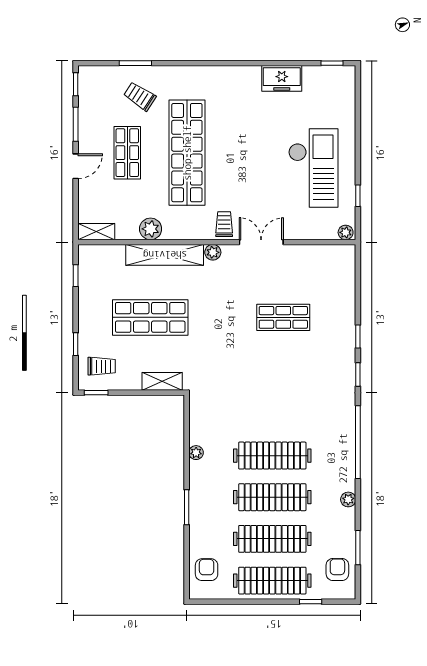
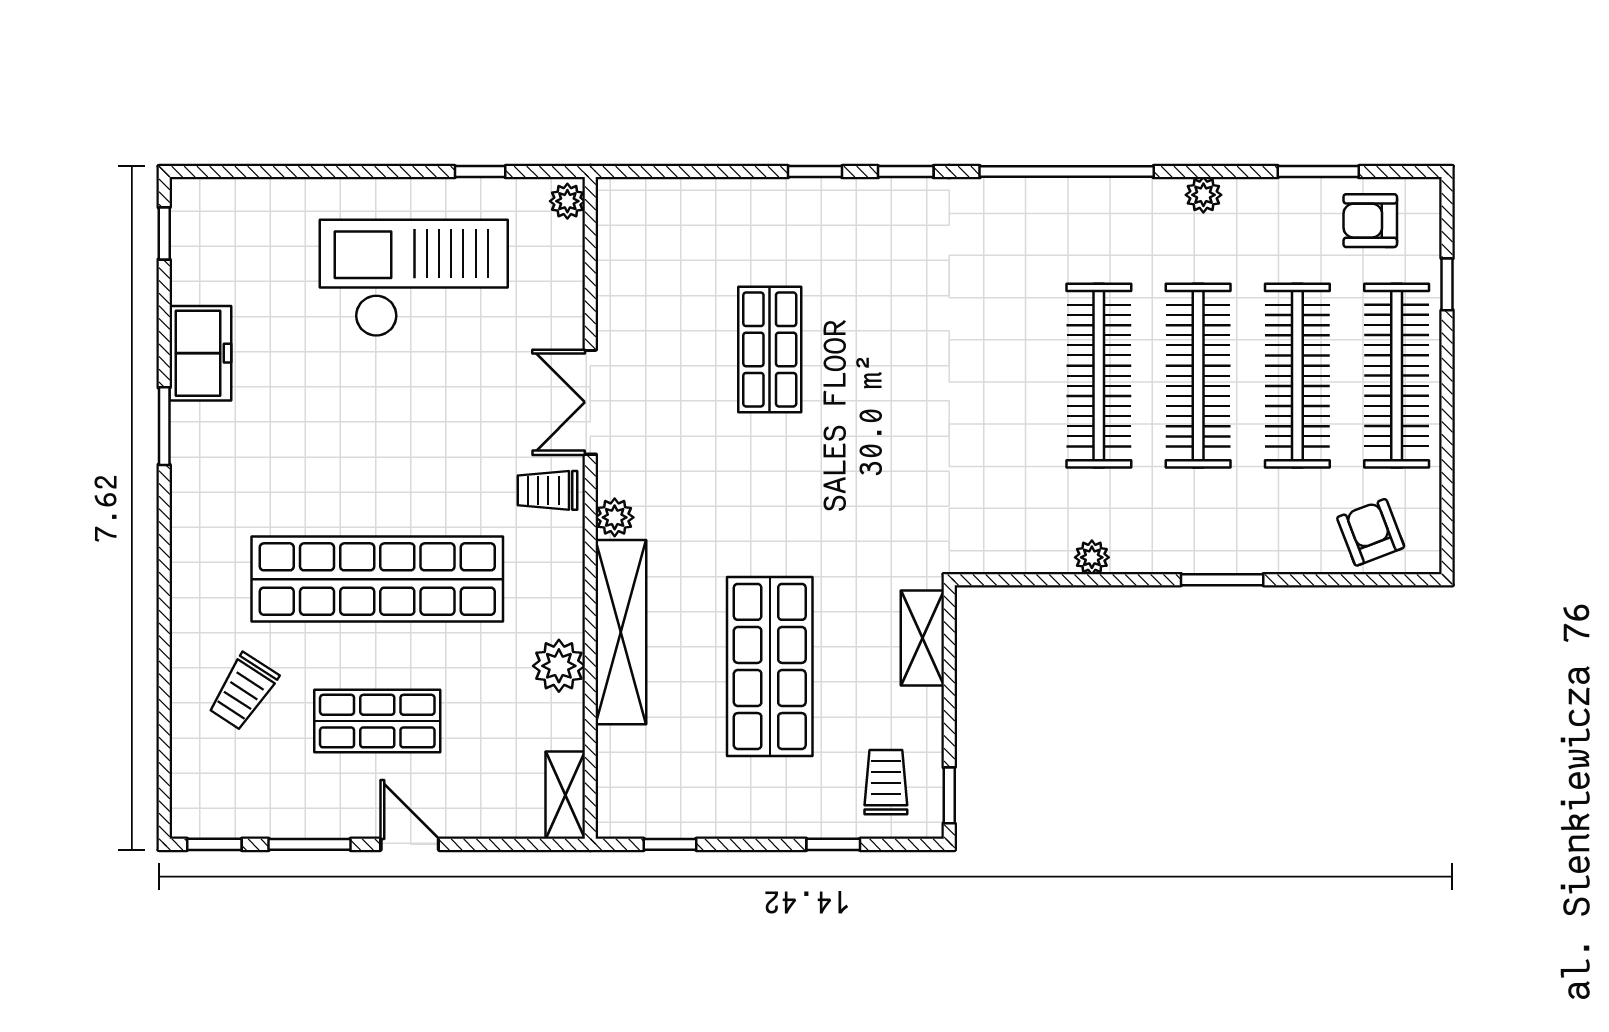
window: (135, 63) -> (164, 426), moved
armchair: (207, 570) -> (1371, 532), turned 69

